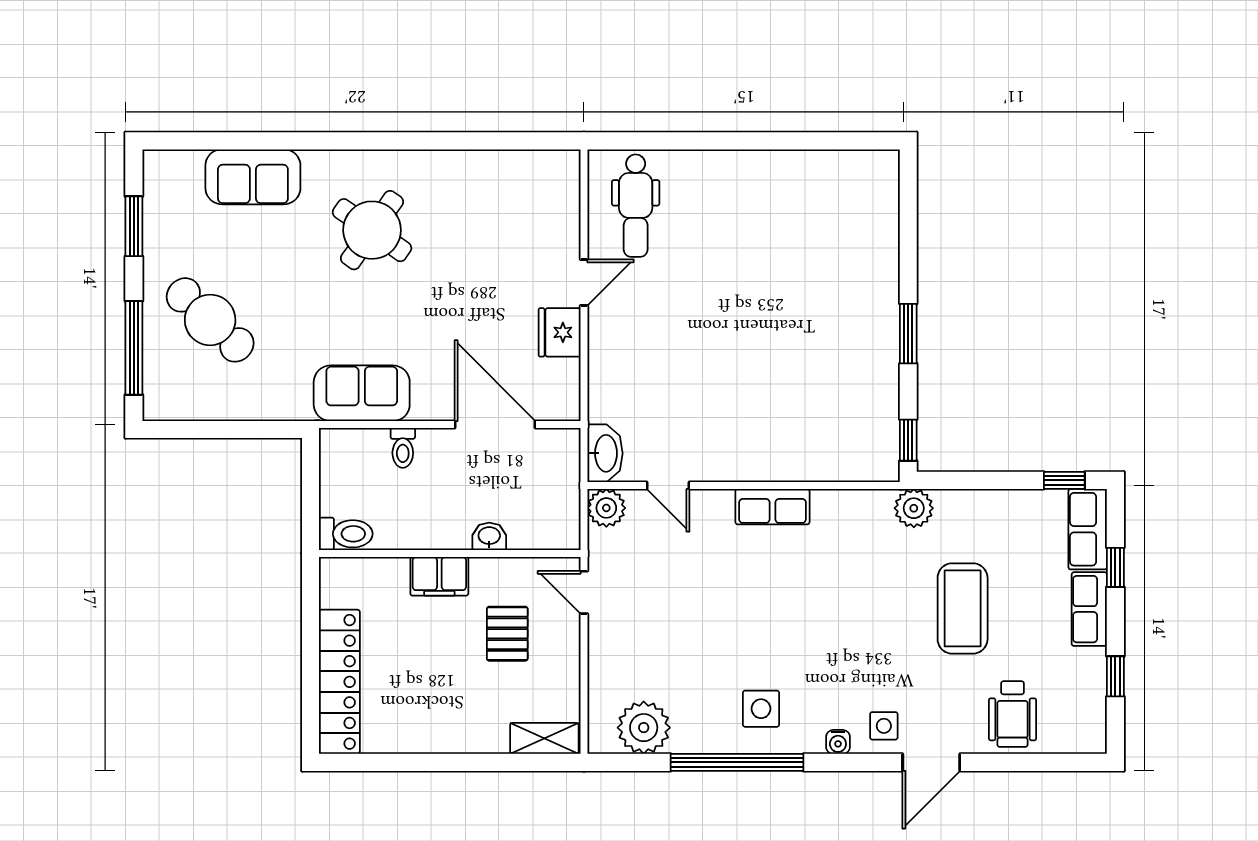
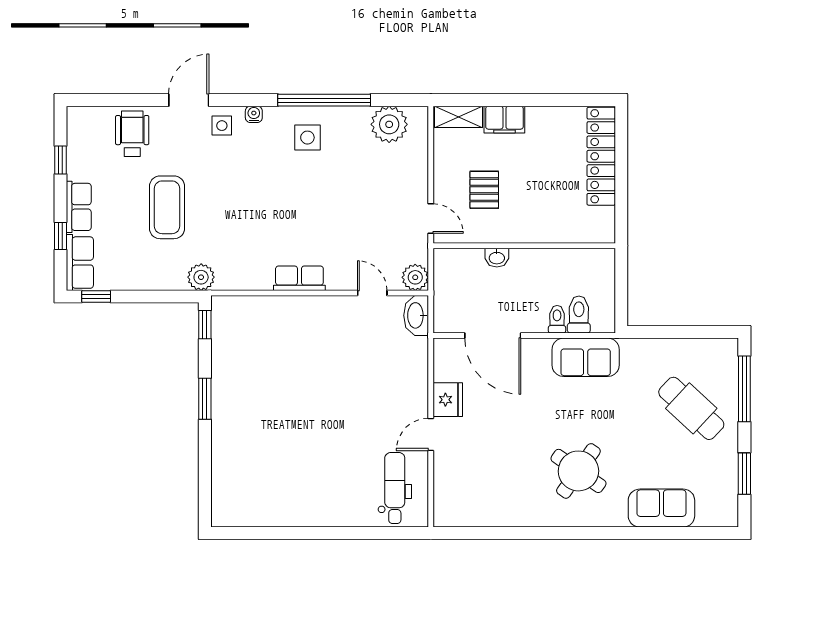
toilet: (346, 534) -> (579, 315), moved, turned 90
filing cabinet: (439, 576) -> (504, 120), moved, turned 180

